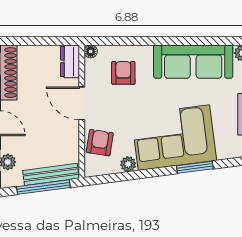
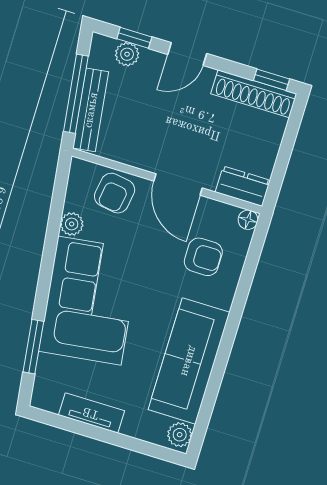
door: (82, 103) -> (178, 184), swing flipped
armchair: (100, 143) -> (115, 193), turned 90
window: (195, 167) -> (33, 347), moved

